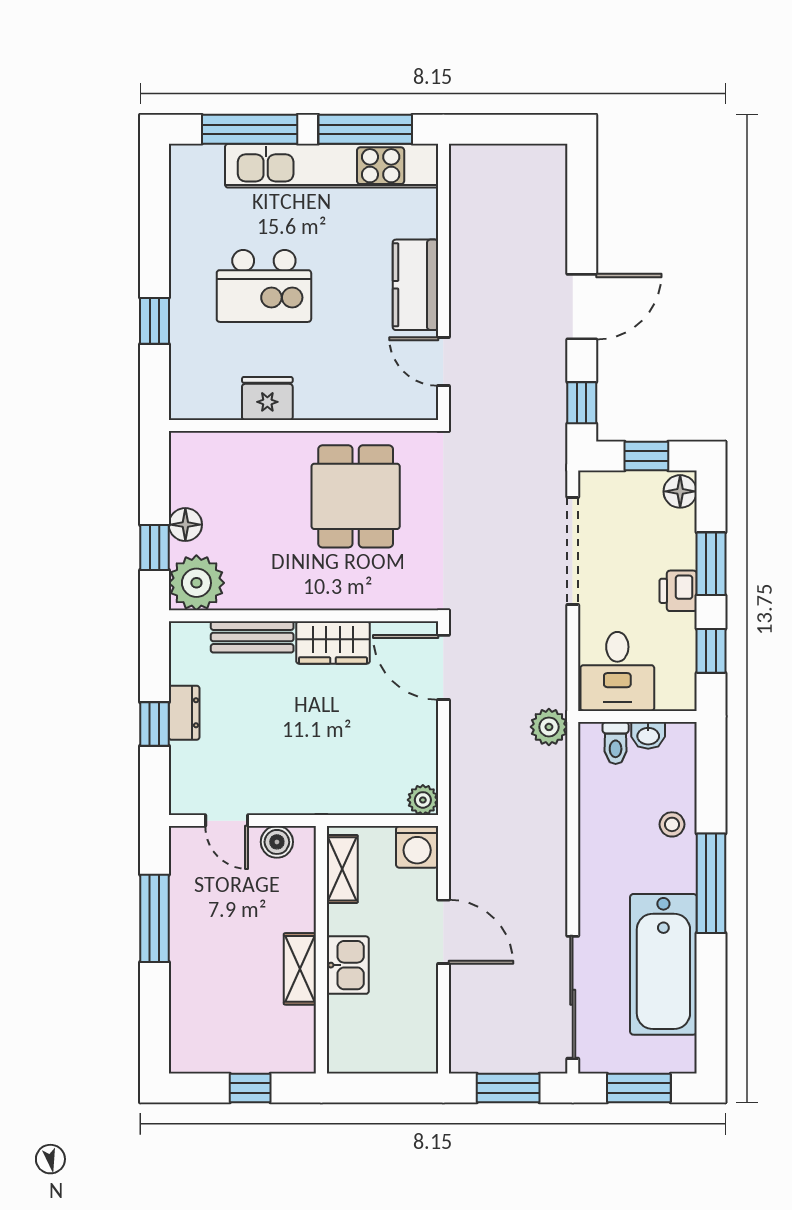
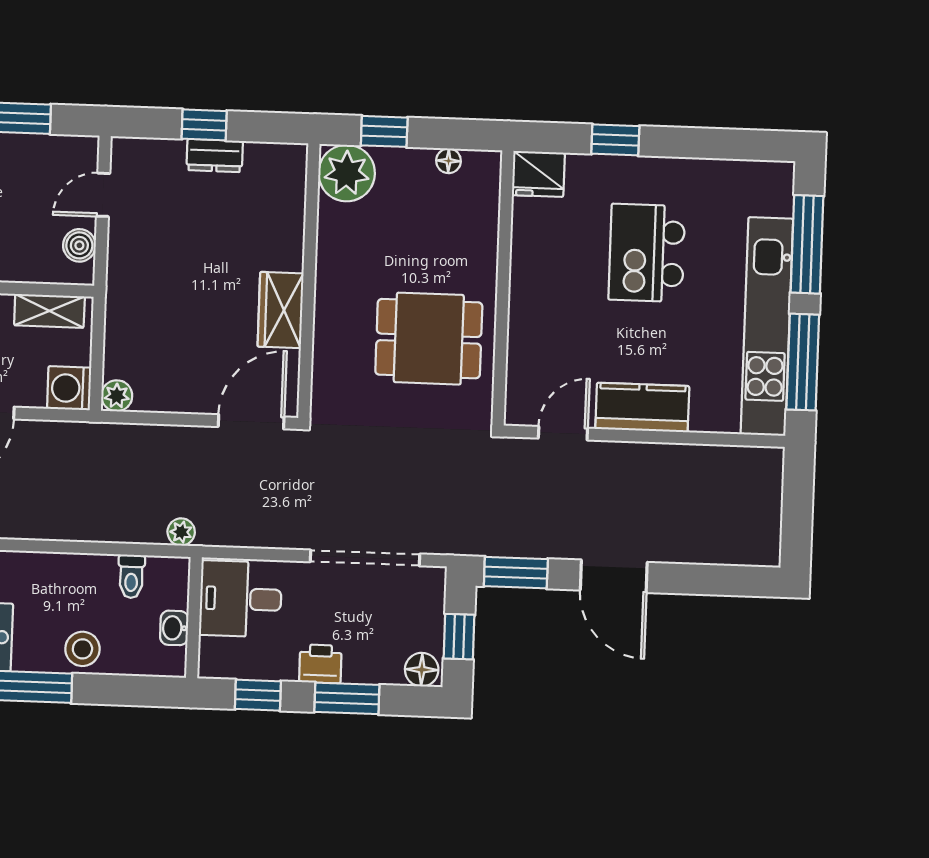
fridge: (267, 398) -> (538, 174), moved, turned 90
window: (582, 403) -> (516, 573), width x1.50
floor lamp: (185, 525) -> (449, 161), moved, width x0.73, depth x0.73
bench: (252, 637) -> (289, 228), removed
plant: (549, 727) -> (181, 532), width x0.73, depth x0.73
toilet: (616, 743) -> (131, 576), moved, turned -90
stool: (672, 824) -> (82, 649), width x1.37, depth x1.37

